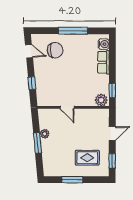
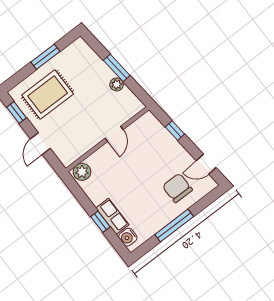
chair: (55, 50) -> (177, 188), turned 95
window: (112, 90) -> (100, 222), moved
door: (67, 107) -> (114, 134), swing flipped
rug: (87, 158) -> (48, 94), width x1.36, depth x1.43

